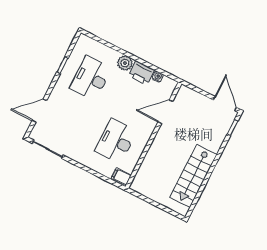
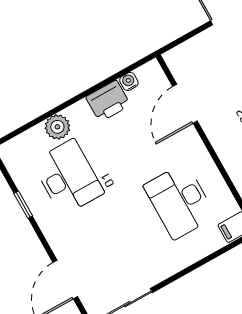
plant: (125, 63) -> (57, 127), moved
desk: (91, 78) -> (68, 177), turned 180

